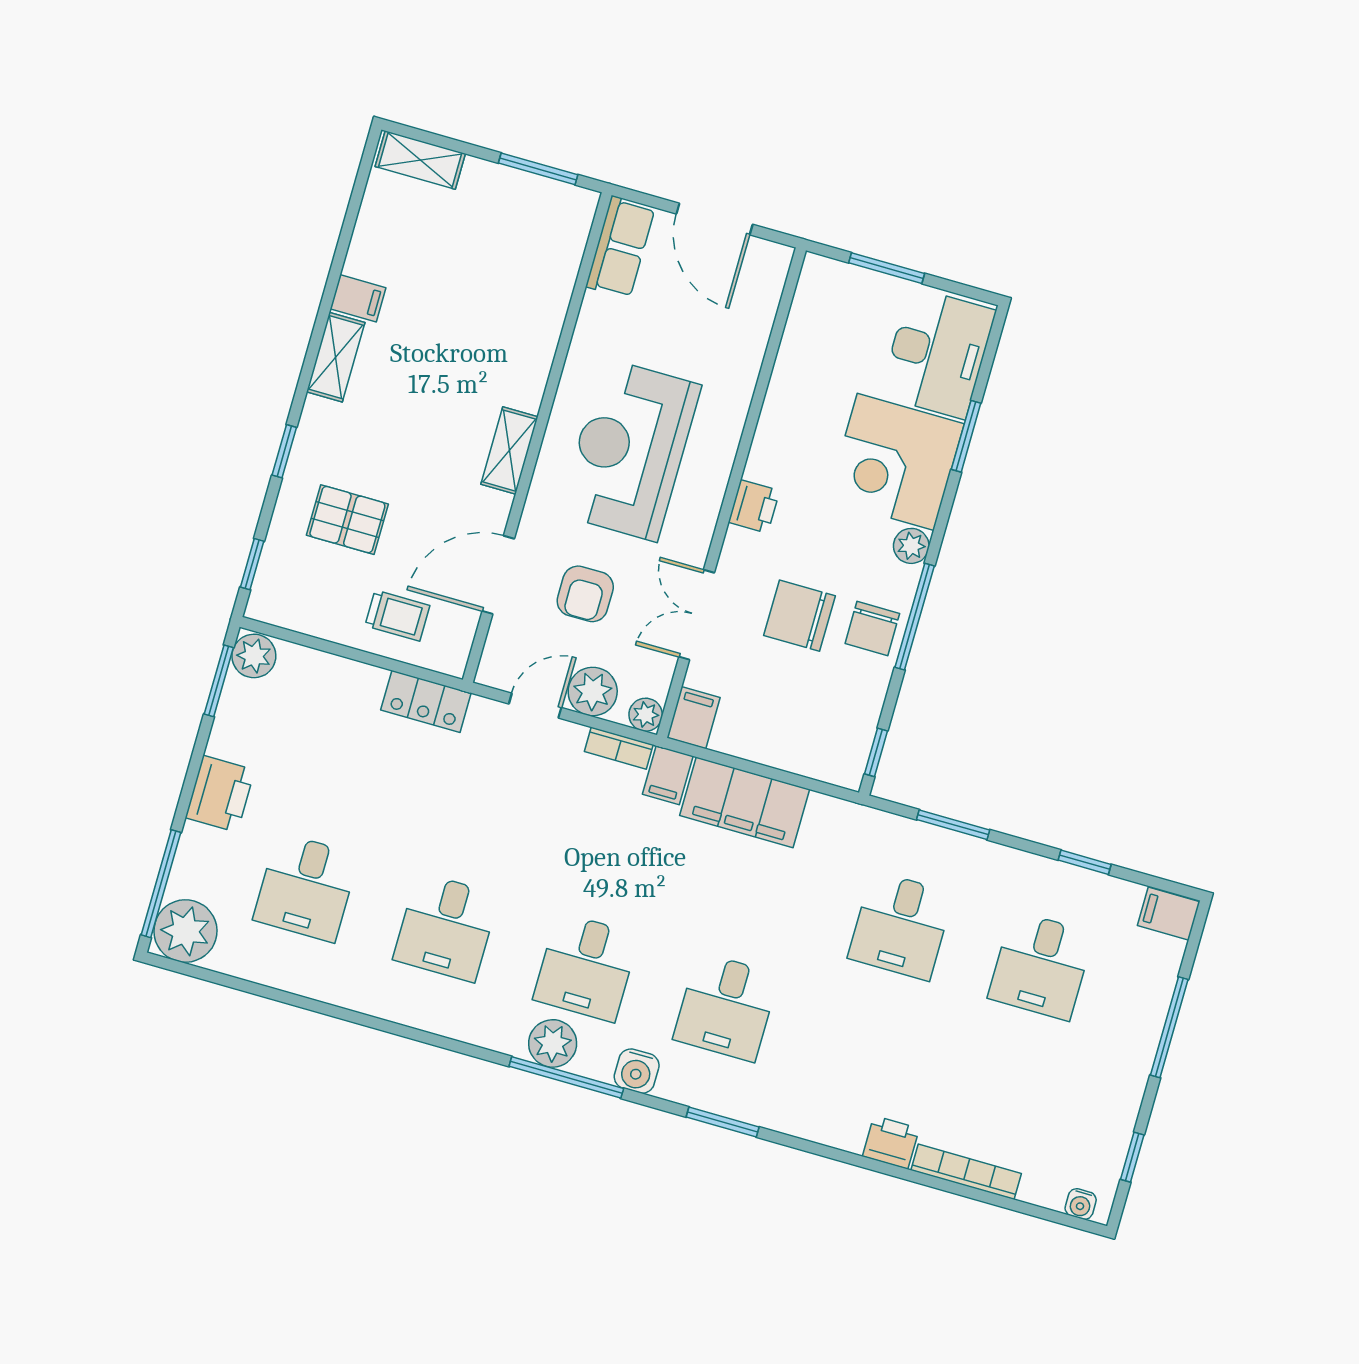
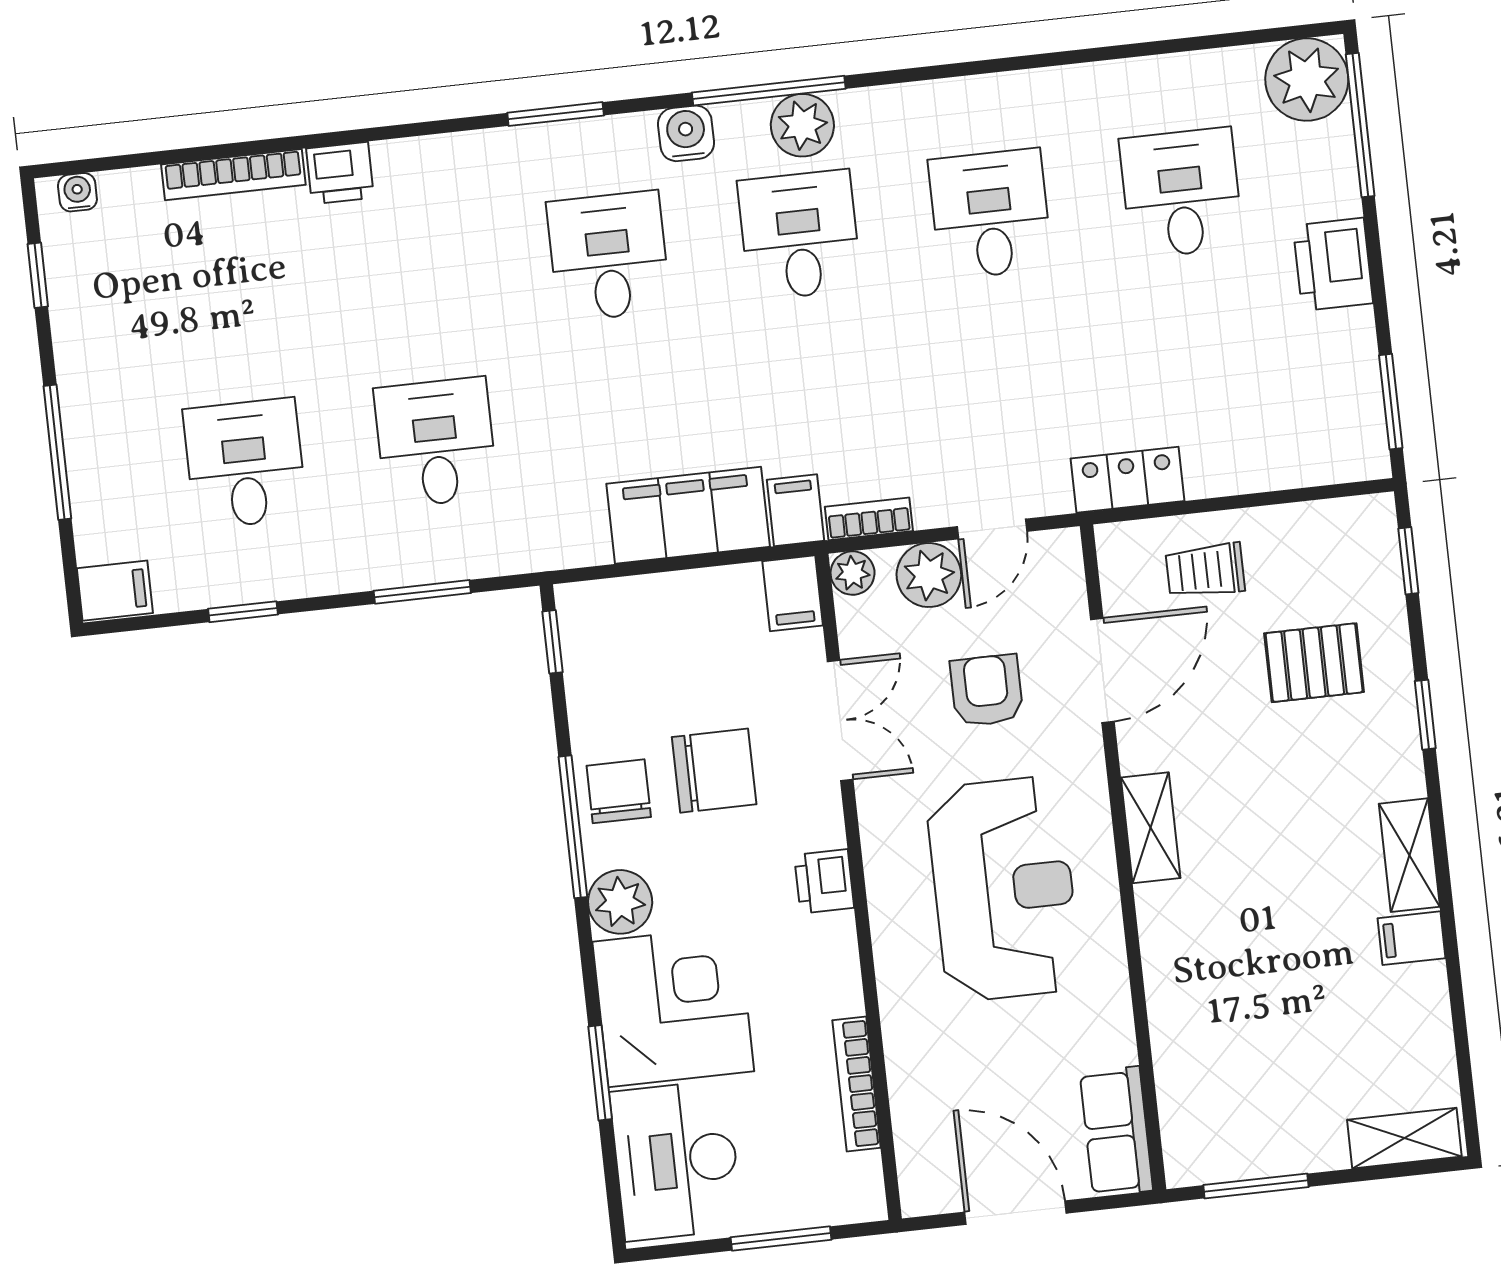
bookcase: (789, 355) -> (857, 1084), added
plant: (911, 546) -> (620, 902), width x1.38, depth x1.38
plant: (254, 656) -> (1360, 450), removed

